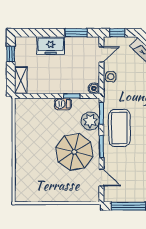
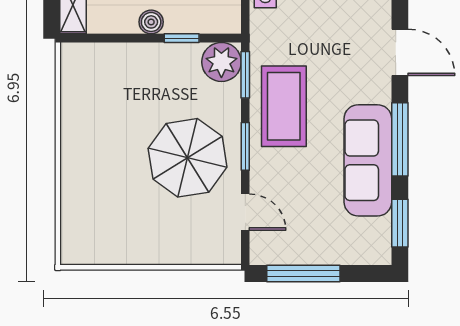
boiler: (94, 88) -> (151, 22), moved
barbecue: (63, 104) -> (163, 55), removed
plant: (90, 121) -> (221, 62), moved

